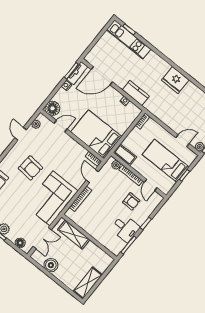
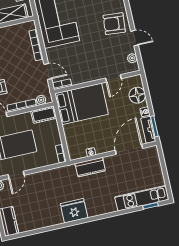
floor lamp: (52, 108) -> (137, 95), moved
armchair: (30, 168) -> (114, 24), moved

